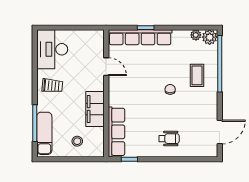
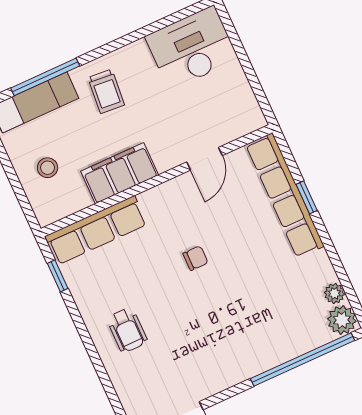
coffee table: (197, 75) -> (263, 328), removed
trolley: (52, 86) -> (106, 91), moved
chair: (170, 89) -> (196, 258), moved

